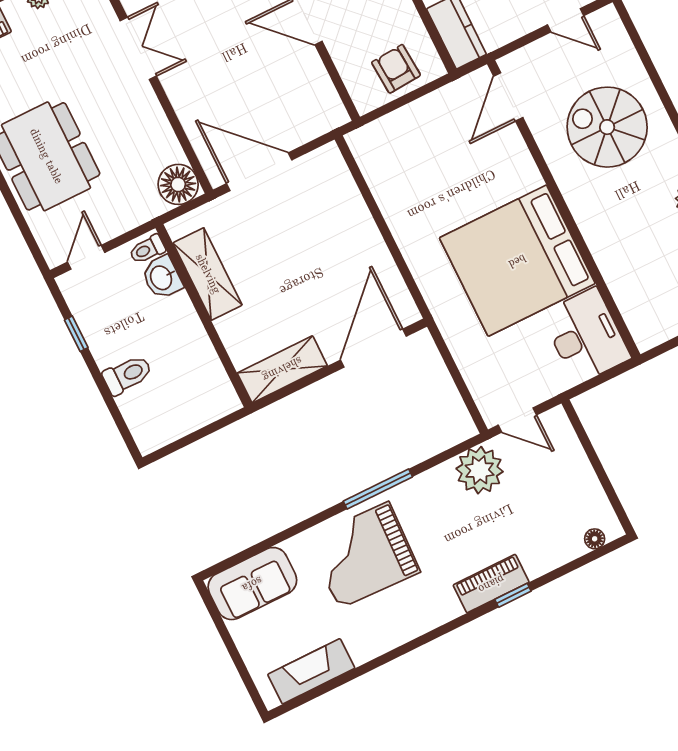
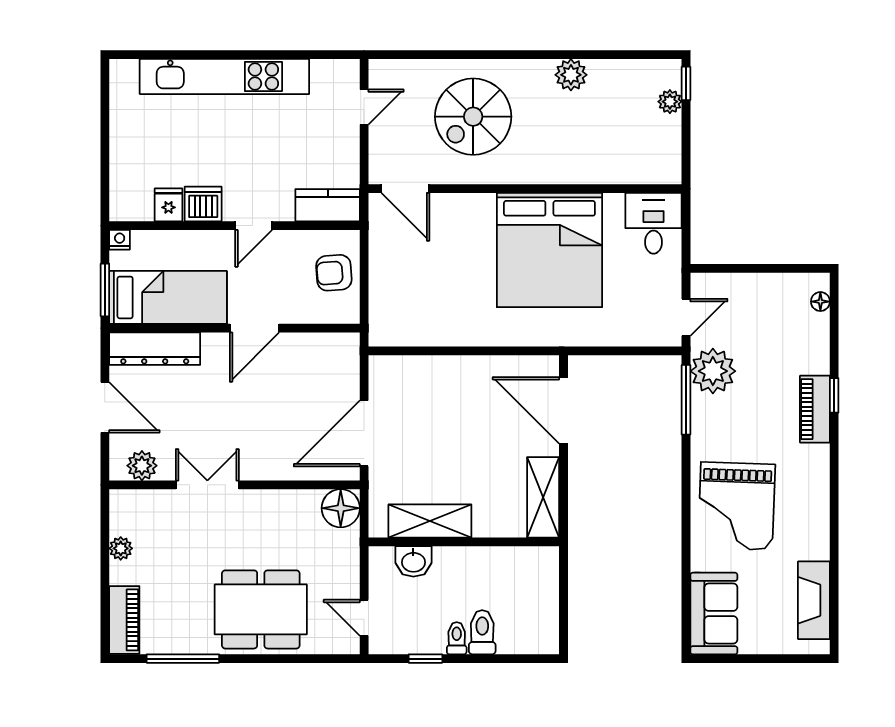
toilet: (147, 249) -> (457, 638), moved, turned 180
desk: (586, 336) -> (654, 223), width x0.73
window: (378, 489) -> (686, 400), moved

